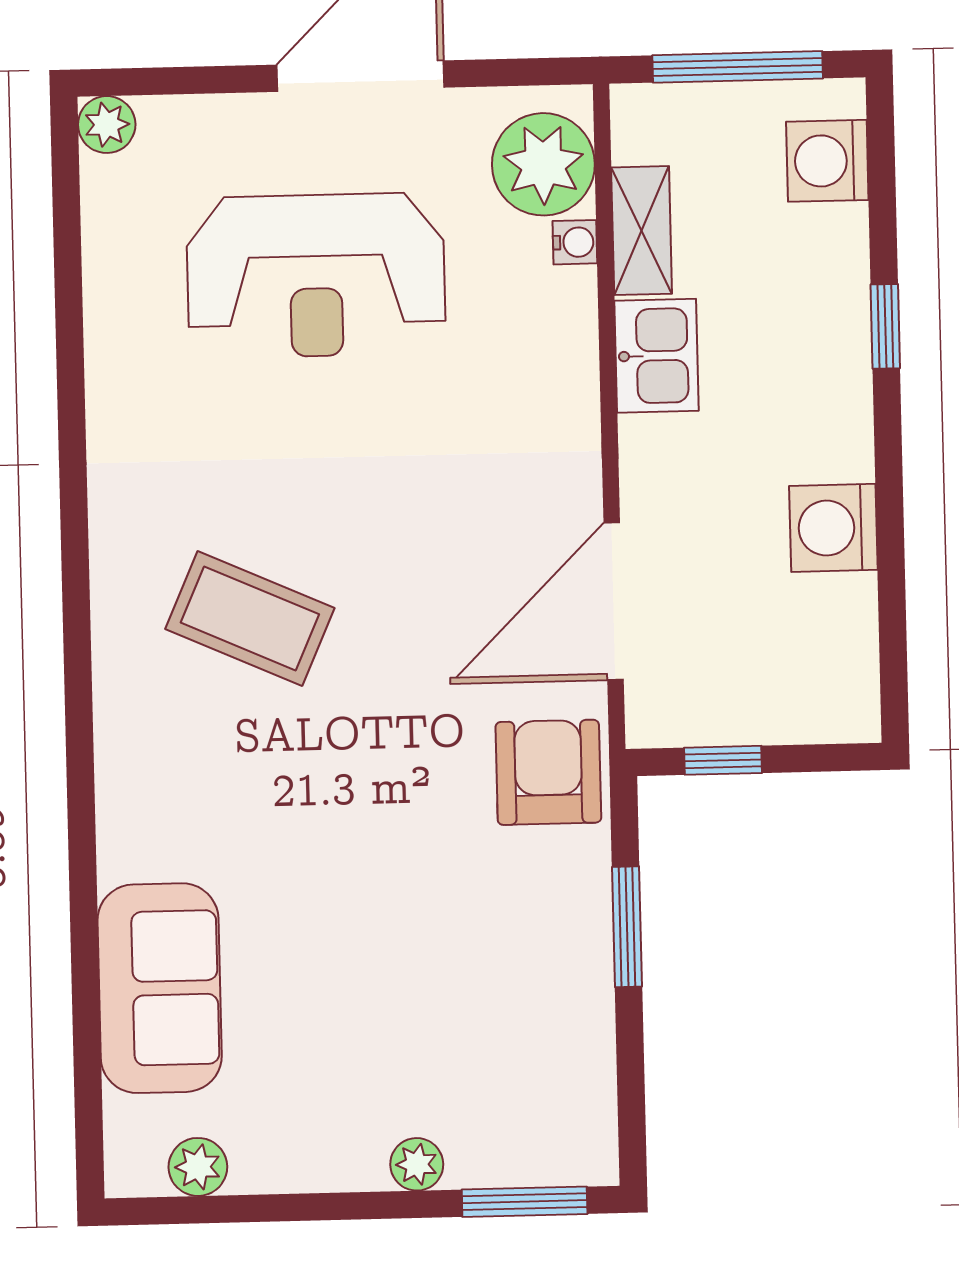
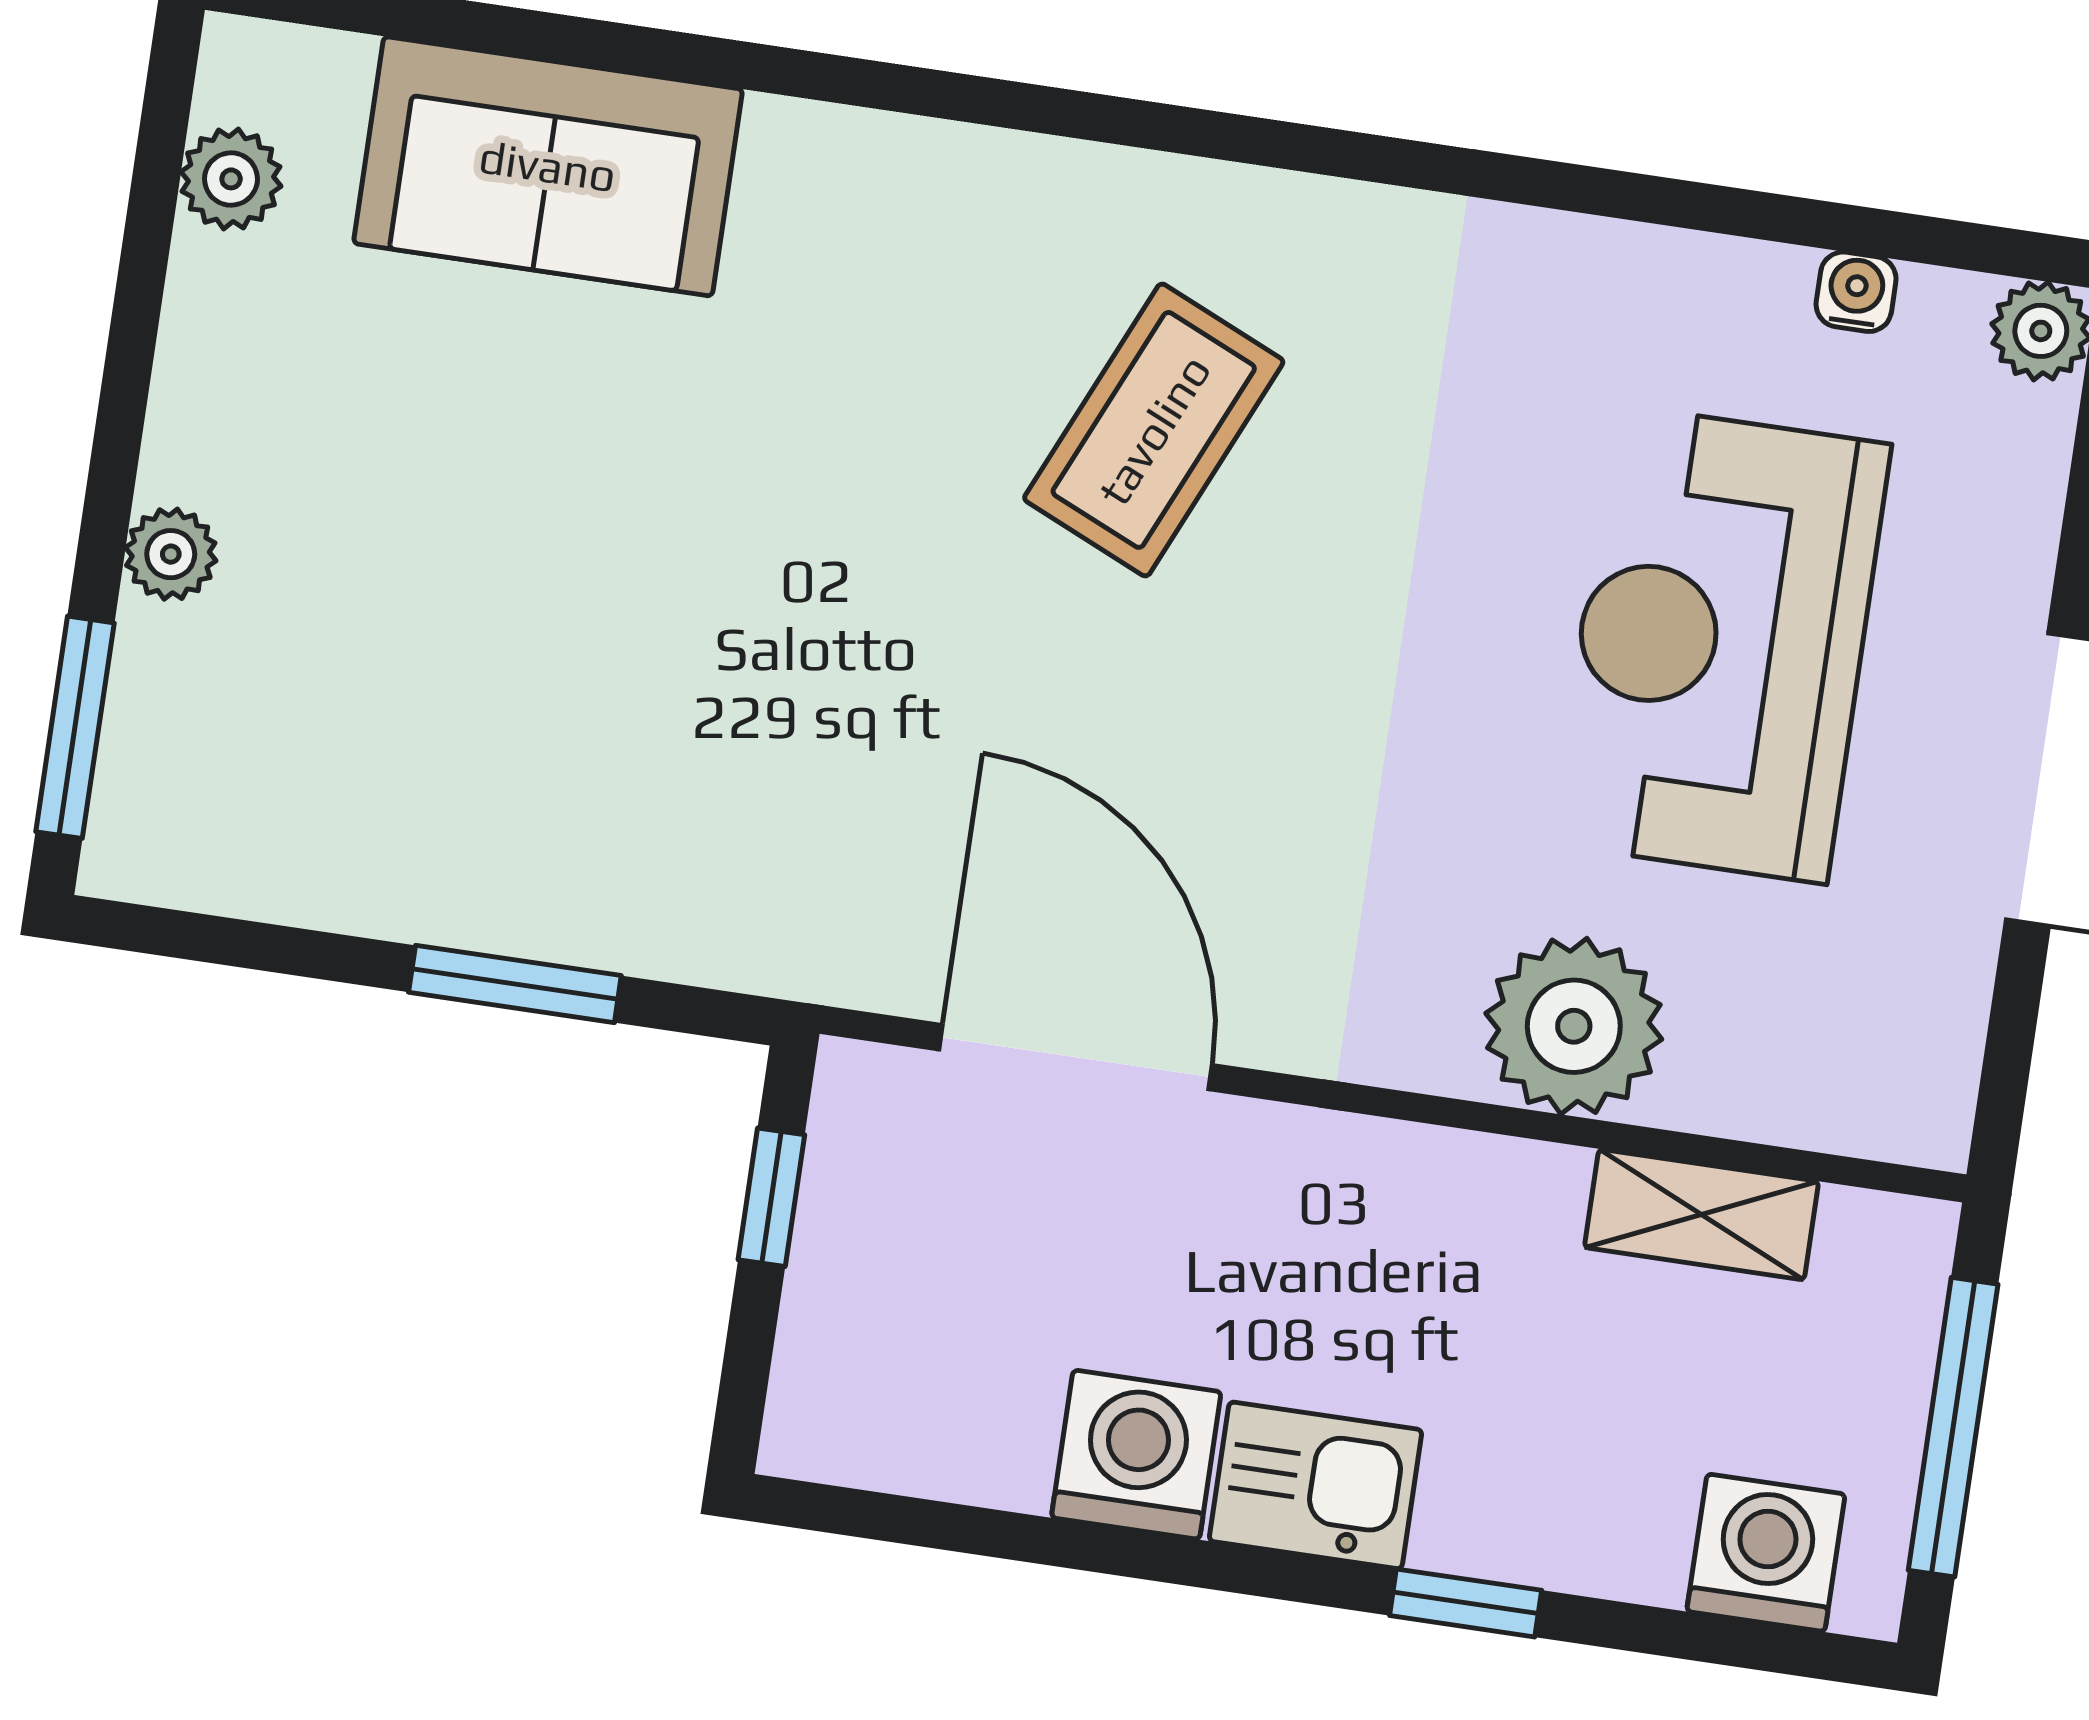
plant: (543, 164) -> (1574, 1026), moved
water cooler: (575, 242) -> (1856, 292), moved, turned 180
kitchen sink: (657, 356) -> (1315, 1485), moved, turned 180
armchair: (548, 772) -> (802, 895), removed

